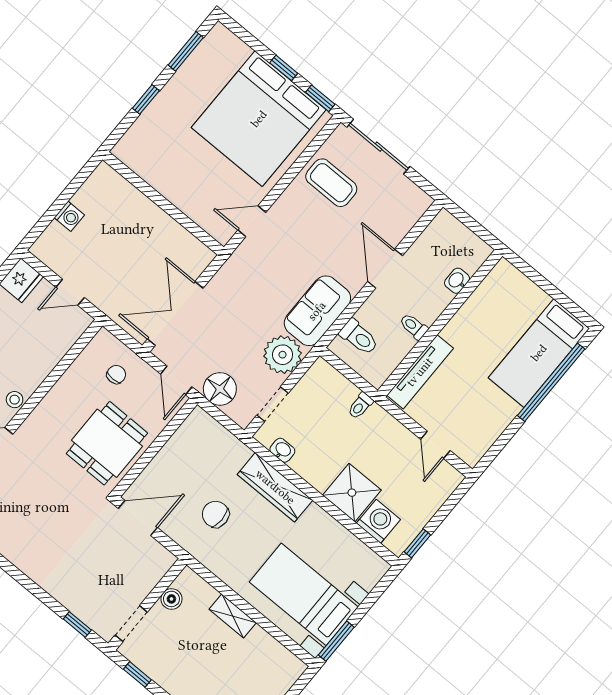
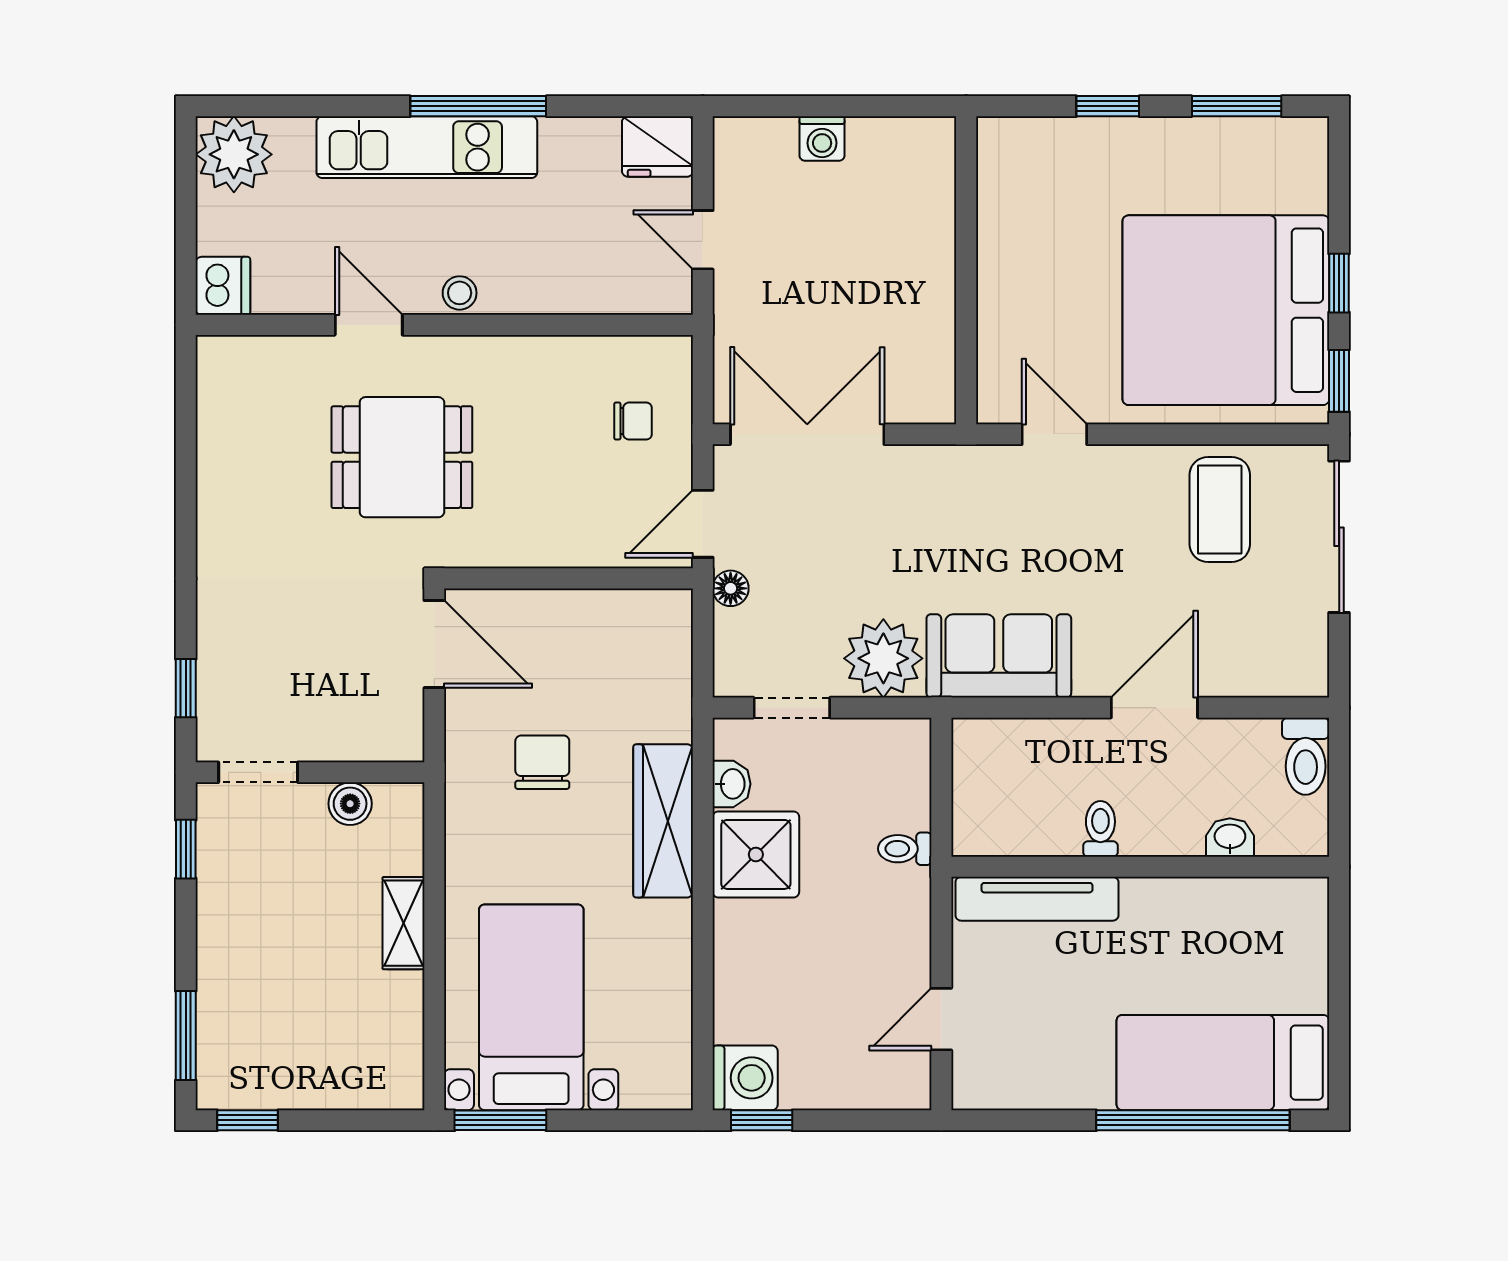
toilet: (359, 337) -> (1306, 756), moved
floor lamp: (220, 389) -> (731, 588), width x0.53, depth x0.53
dining table: (107, 443) -> (402, 457), moved
shower: (352, 493) -> (756, 854), moved
washing machine: (378, 521) -> (745, 1078), moved

